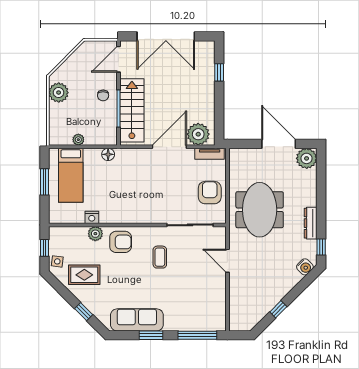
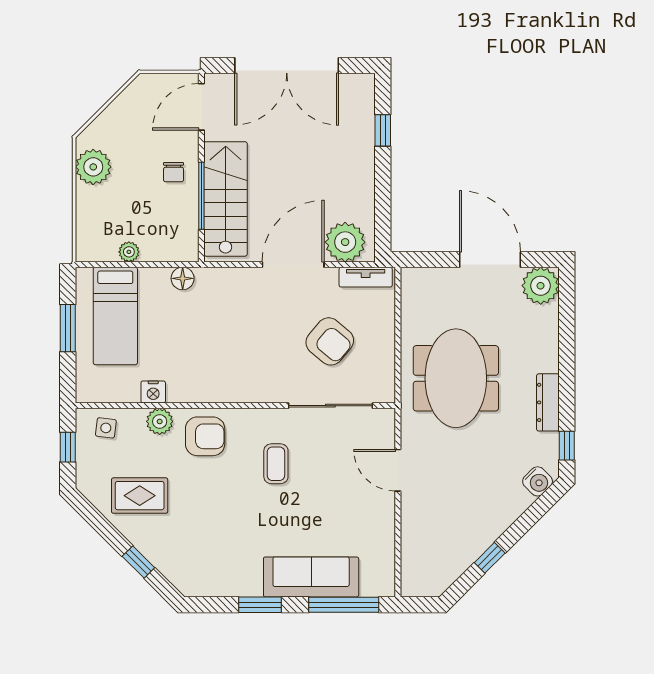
armchair: (210, 193) -> (330, 341), moved, turned 130
side table: (57, 261) -> (106, 428), moved
sofa: (137, 320) -> (311, 577), moved

